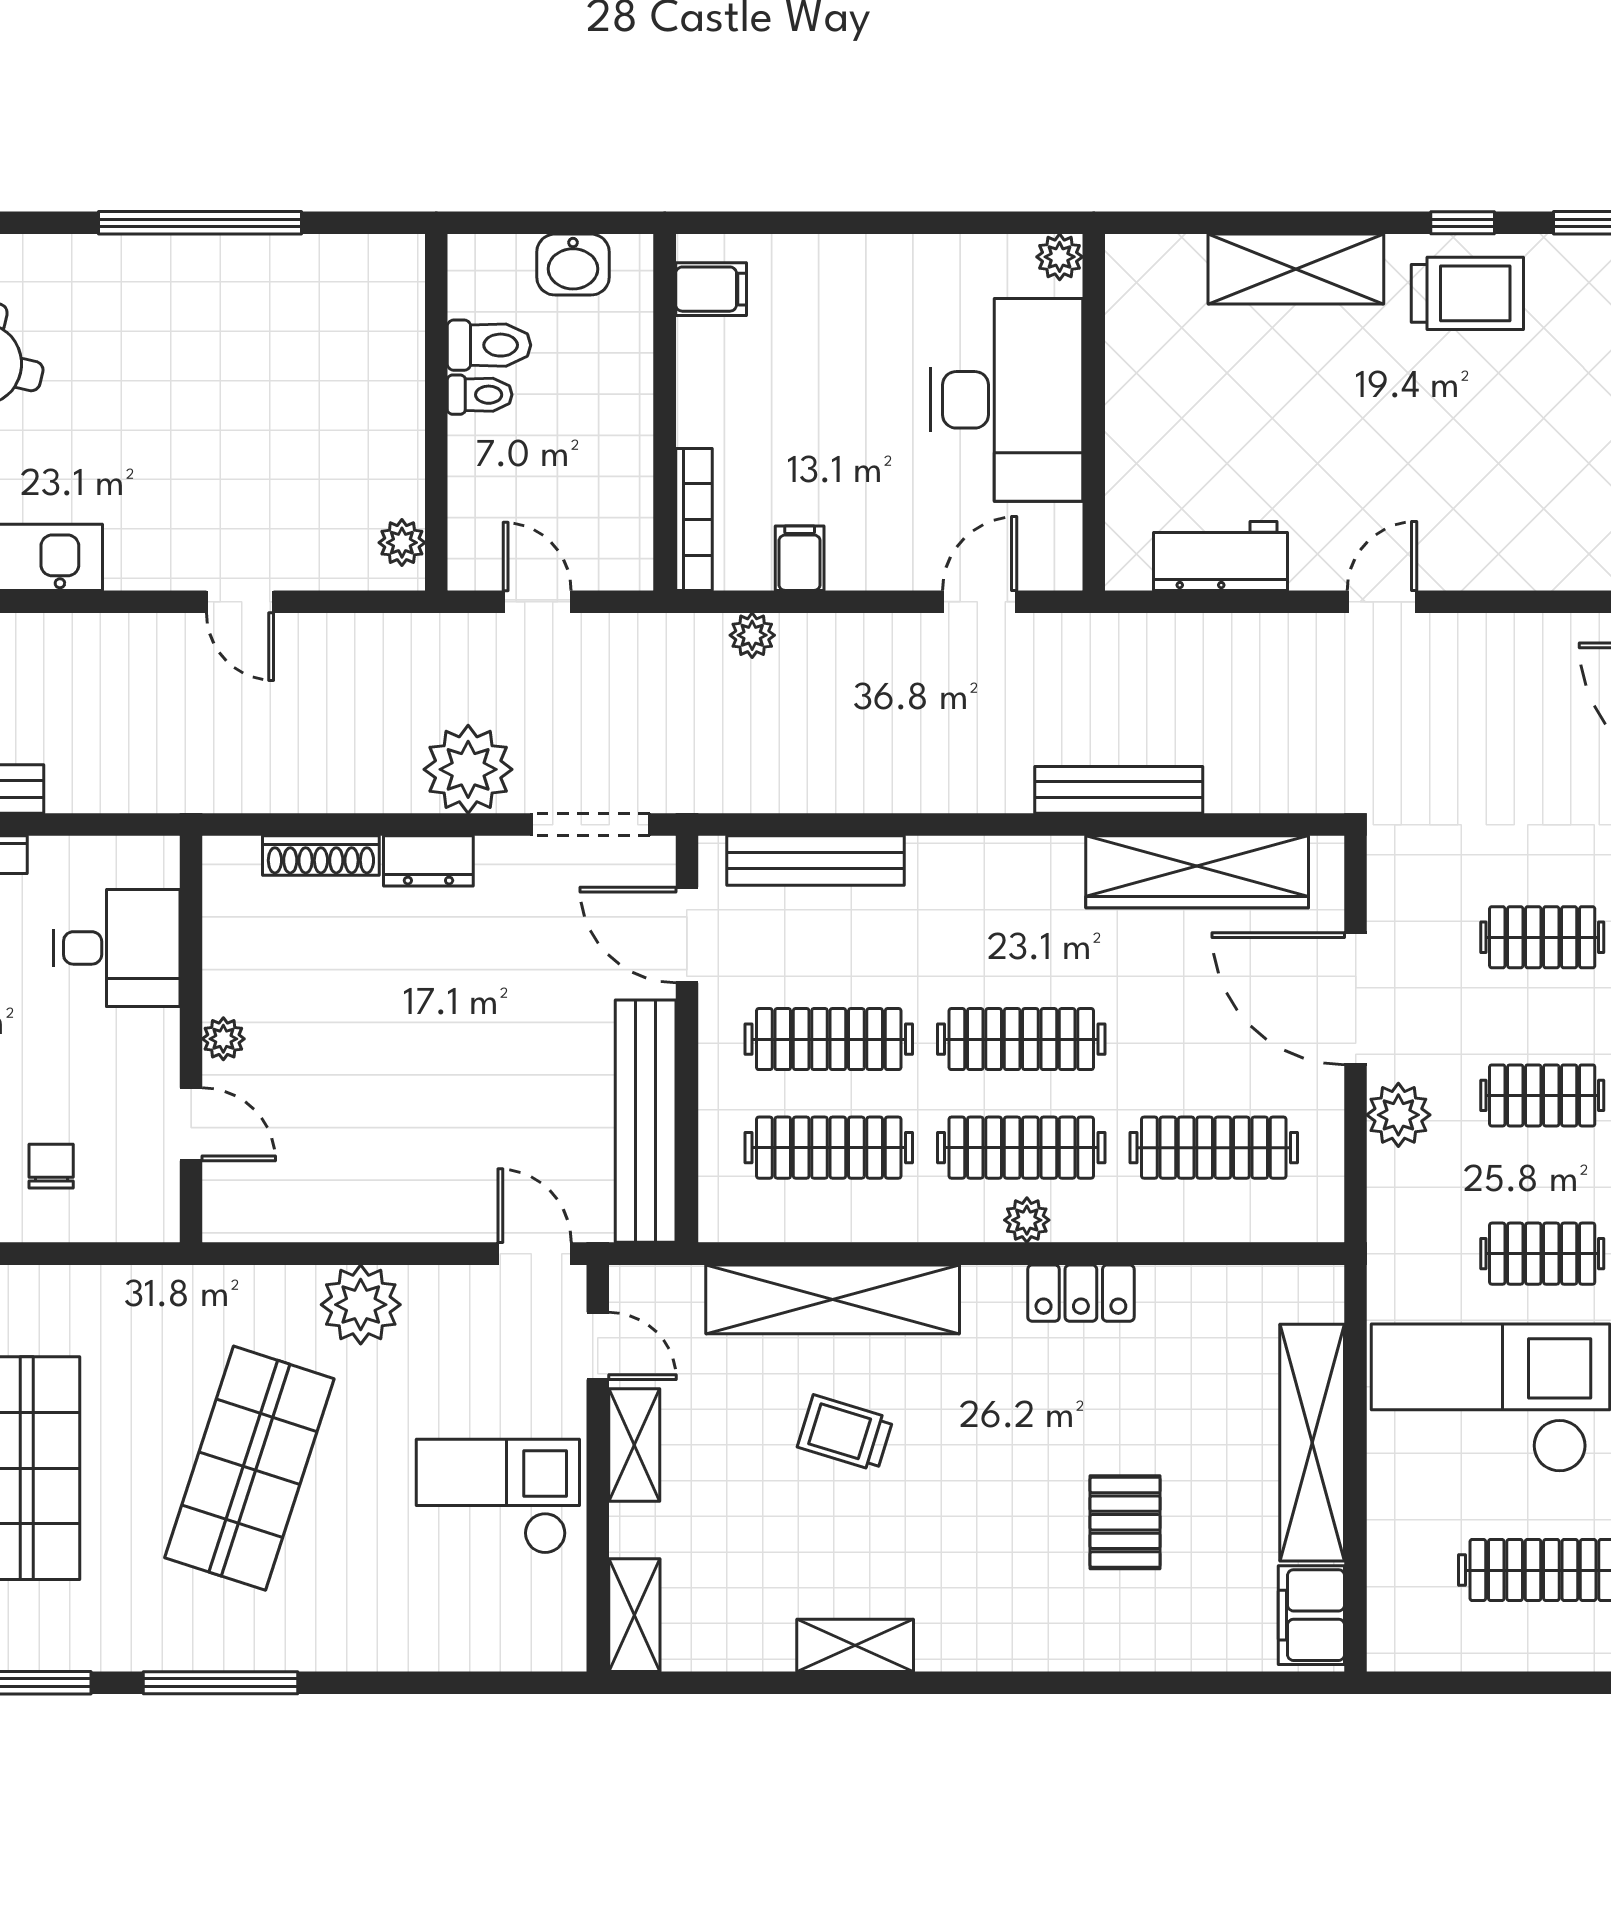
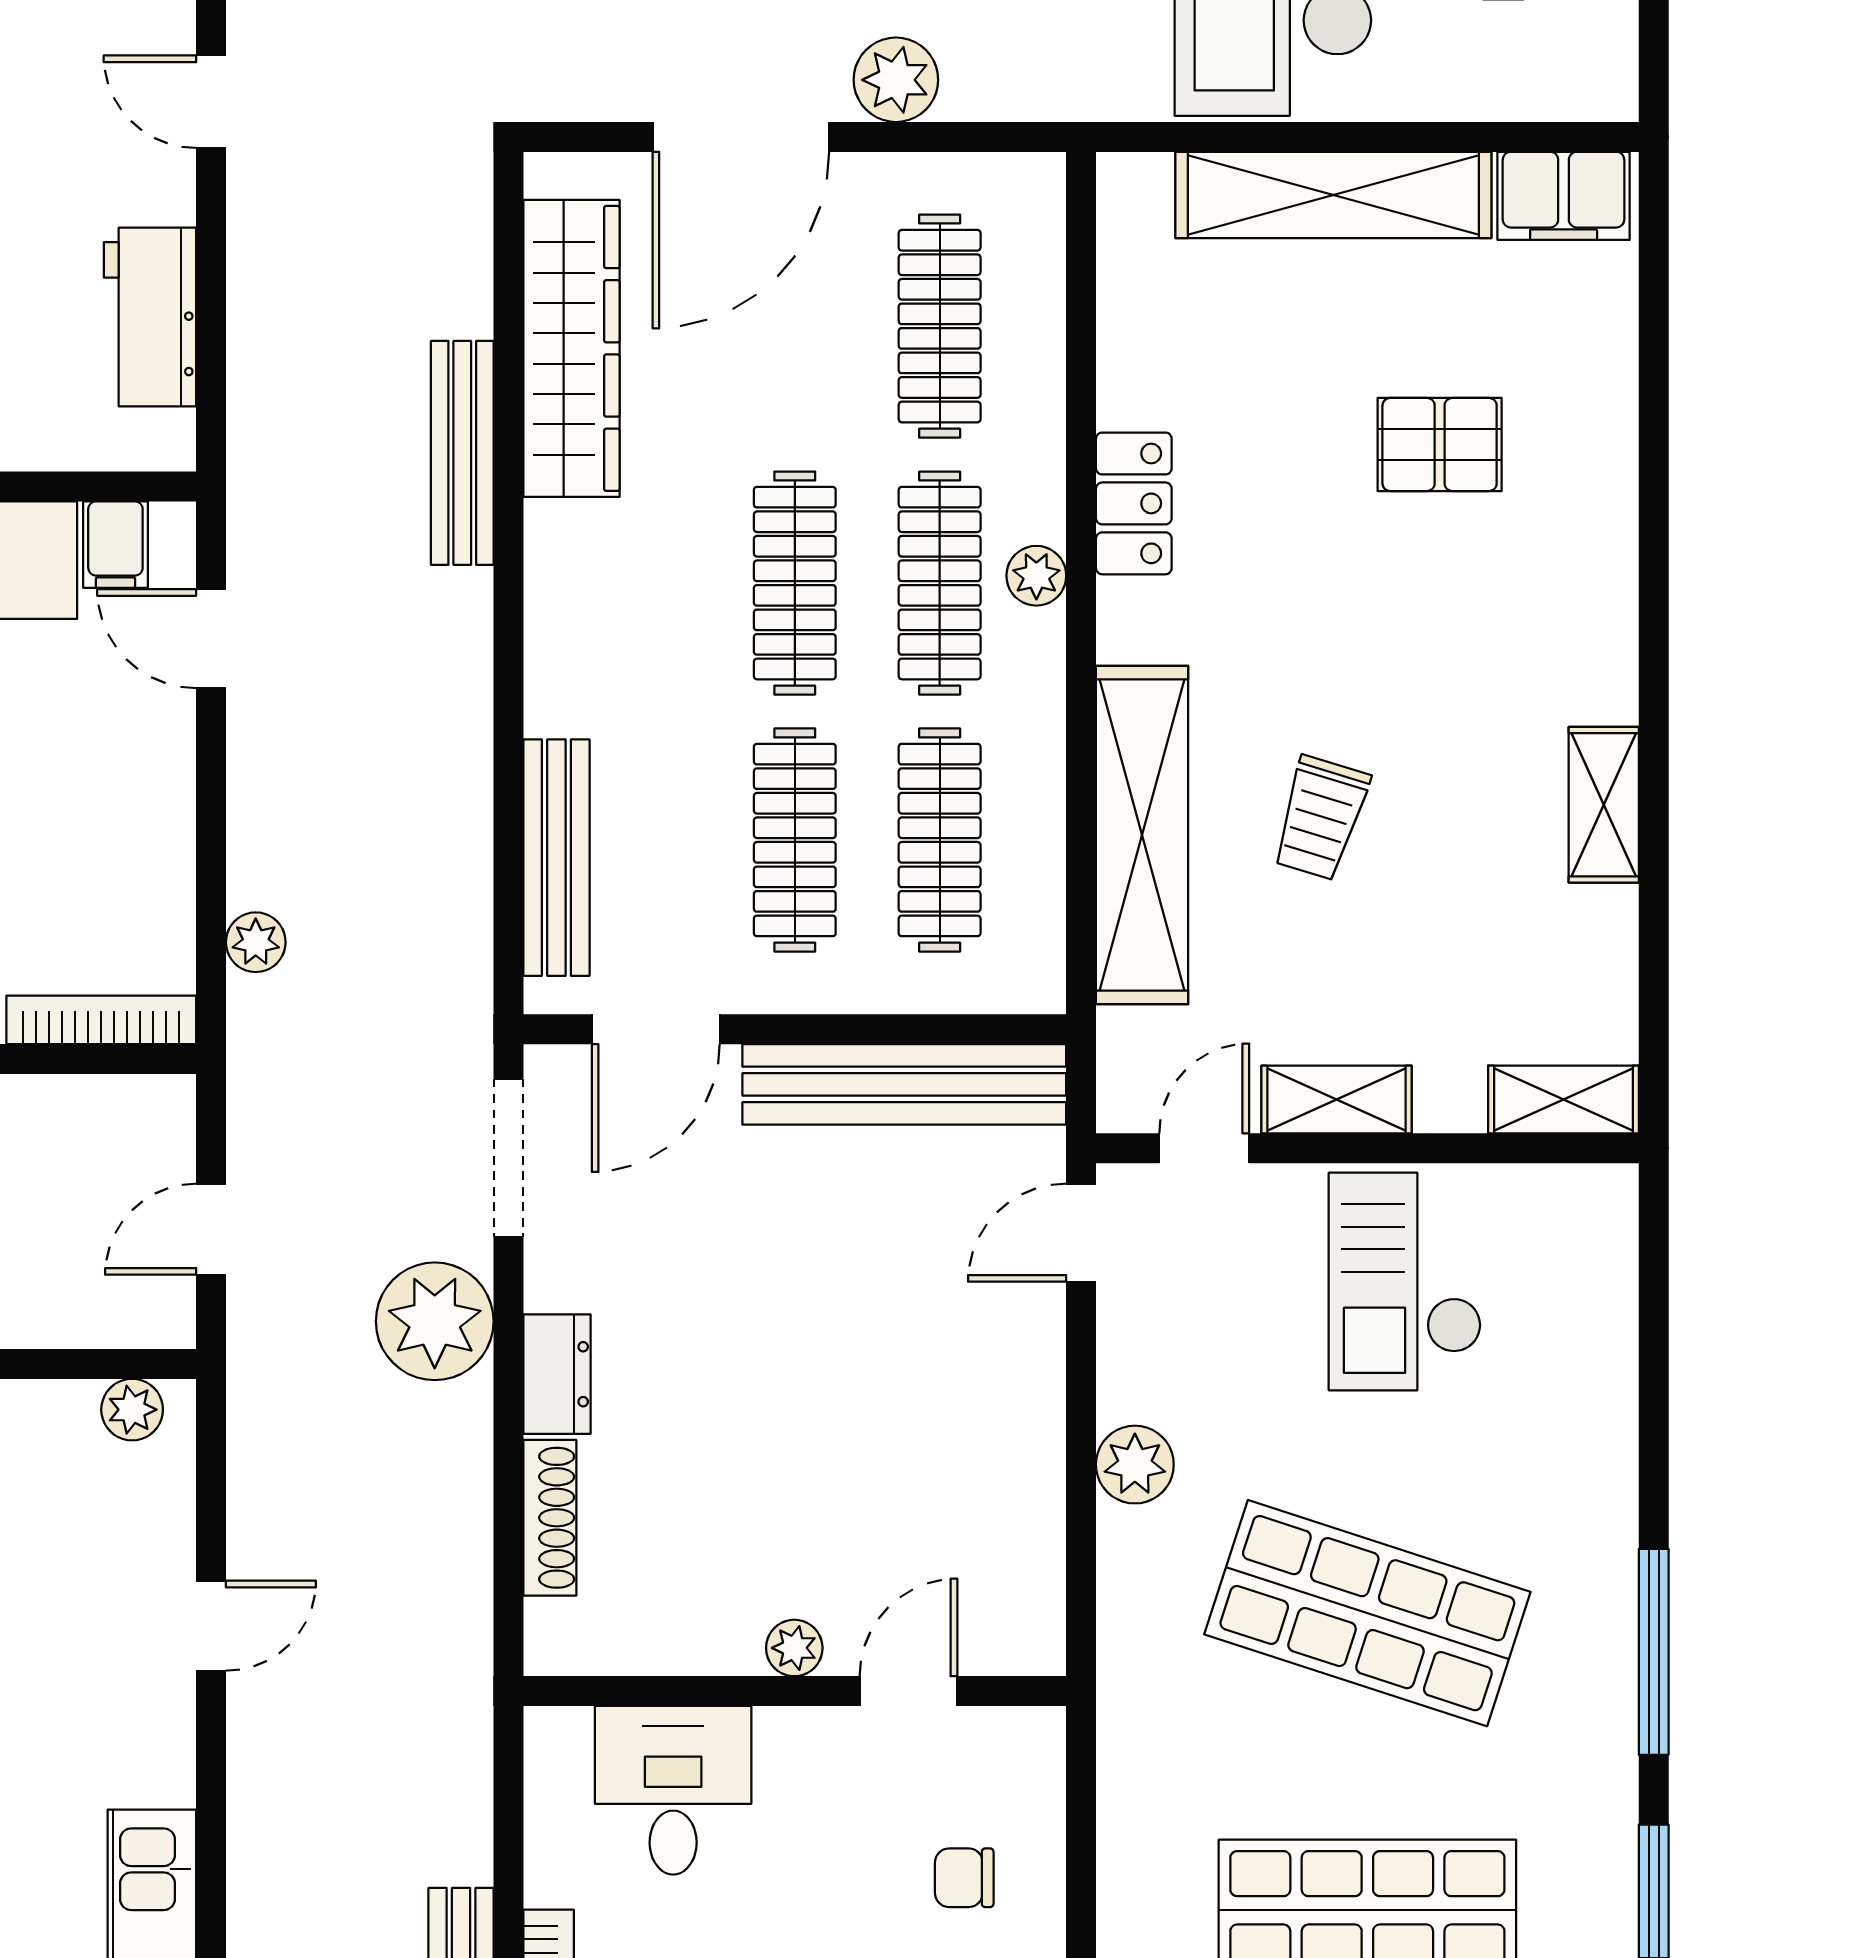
filing cabinet: (800, 558) -> (115, 545), moved, turned -90
plant: (361, 1305) -> (1135, 1465), width x0.73, depth x0.73

